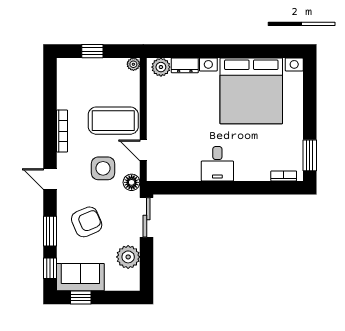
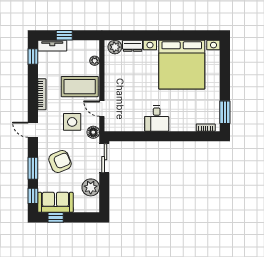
plant: (133, 64) -> (95, 61), moved
tv unit: (76, 65) -> (52, 46), added
window: (50, 80) -> (33, 57), added

